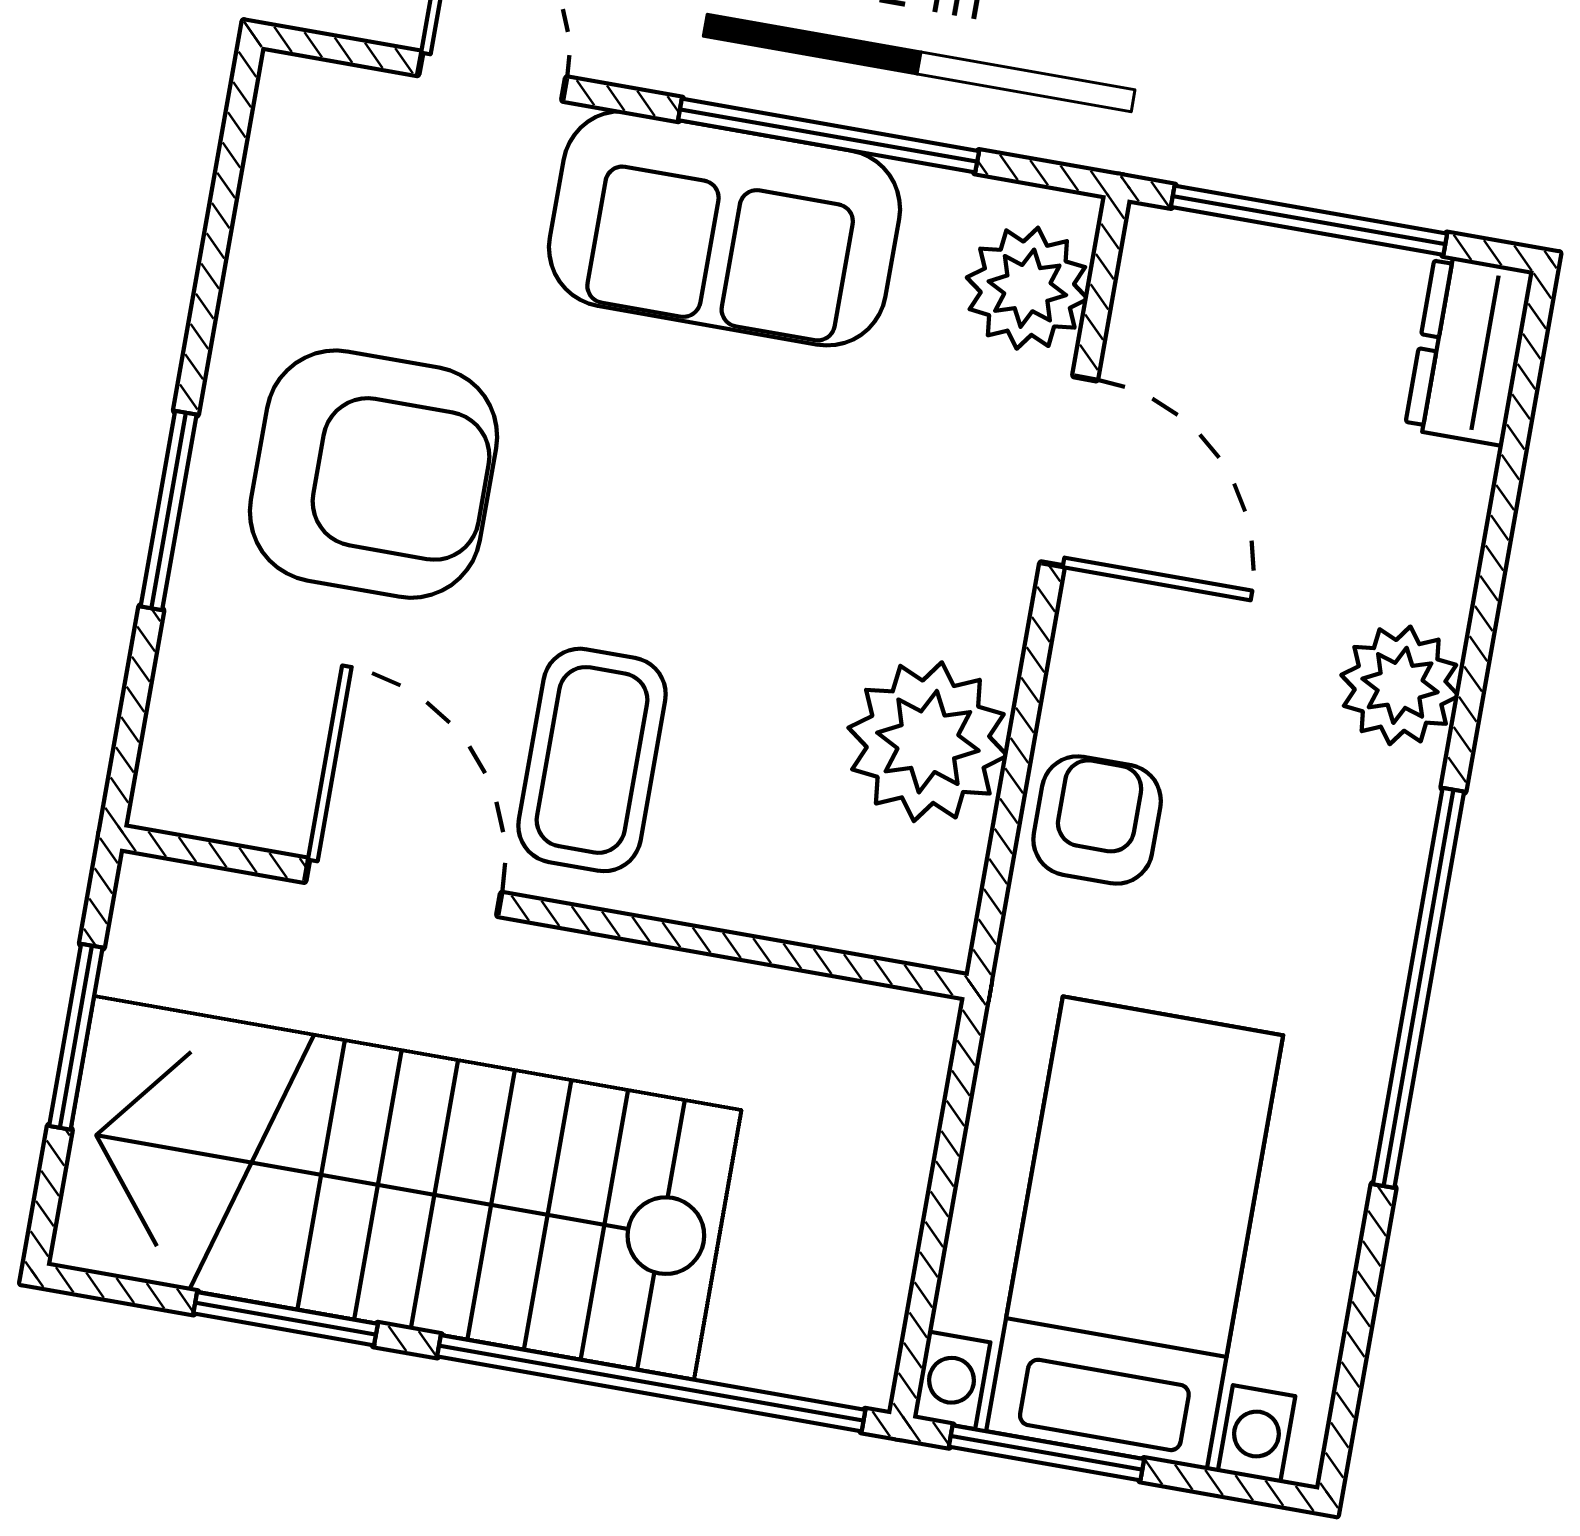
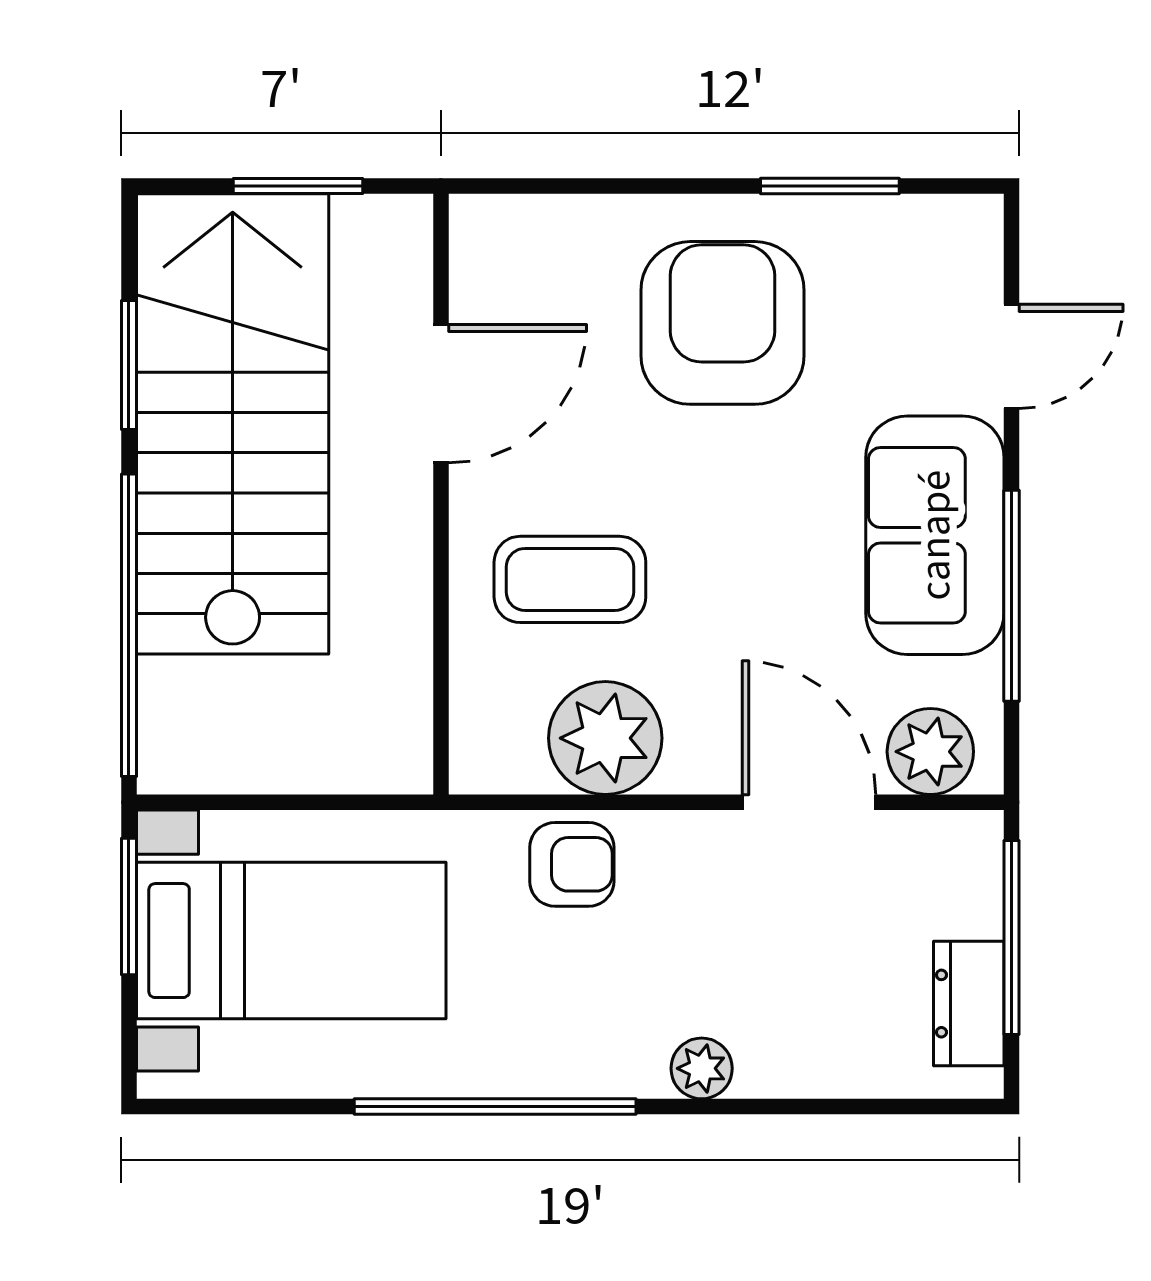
dresser: (1469, 350) -> (969, 1004), moved, turned -90
door: (1069, 471) -> (809, 802), swing flipped
armchair: (373, 474) -> (722, 323), turned 180
window: (169, 510) -> (830, 186), moved
plant: (1400, 685) -> (702, 1068), width x0.73, depth x0.73
coffee table: (592, 760) -> (570, 579), moved

